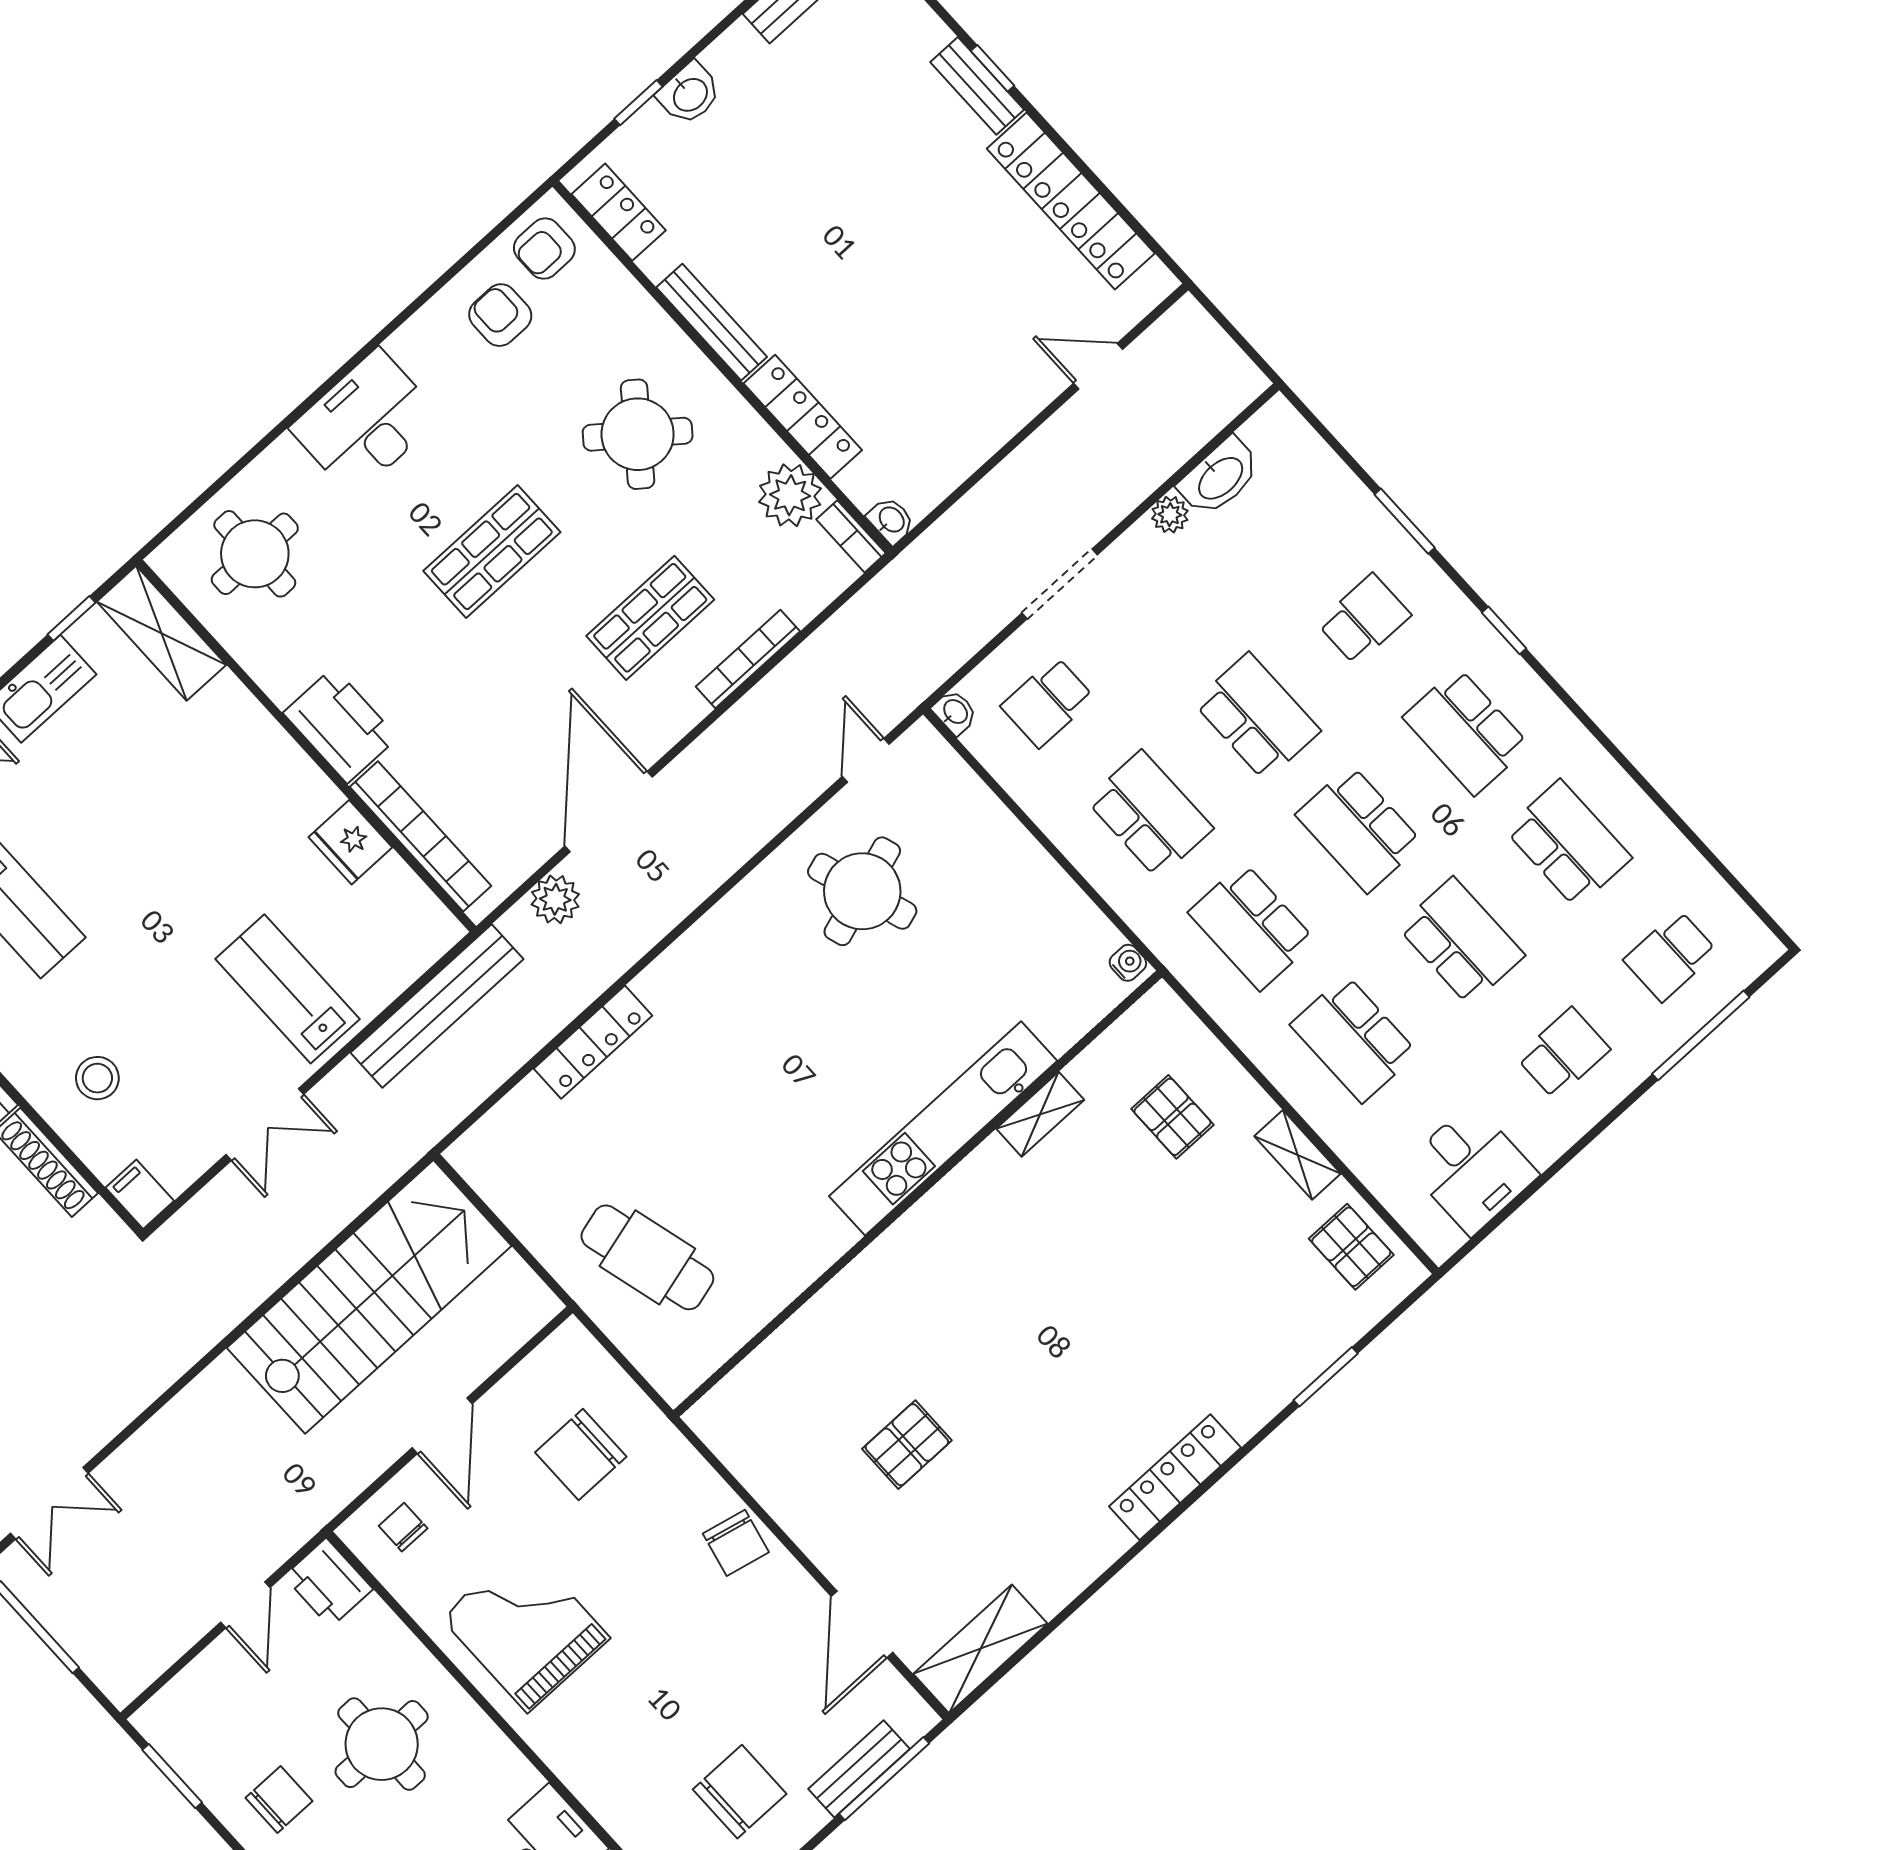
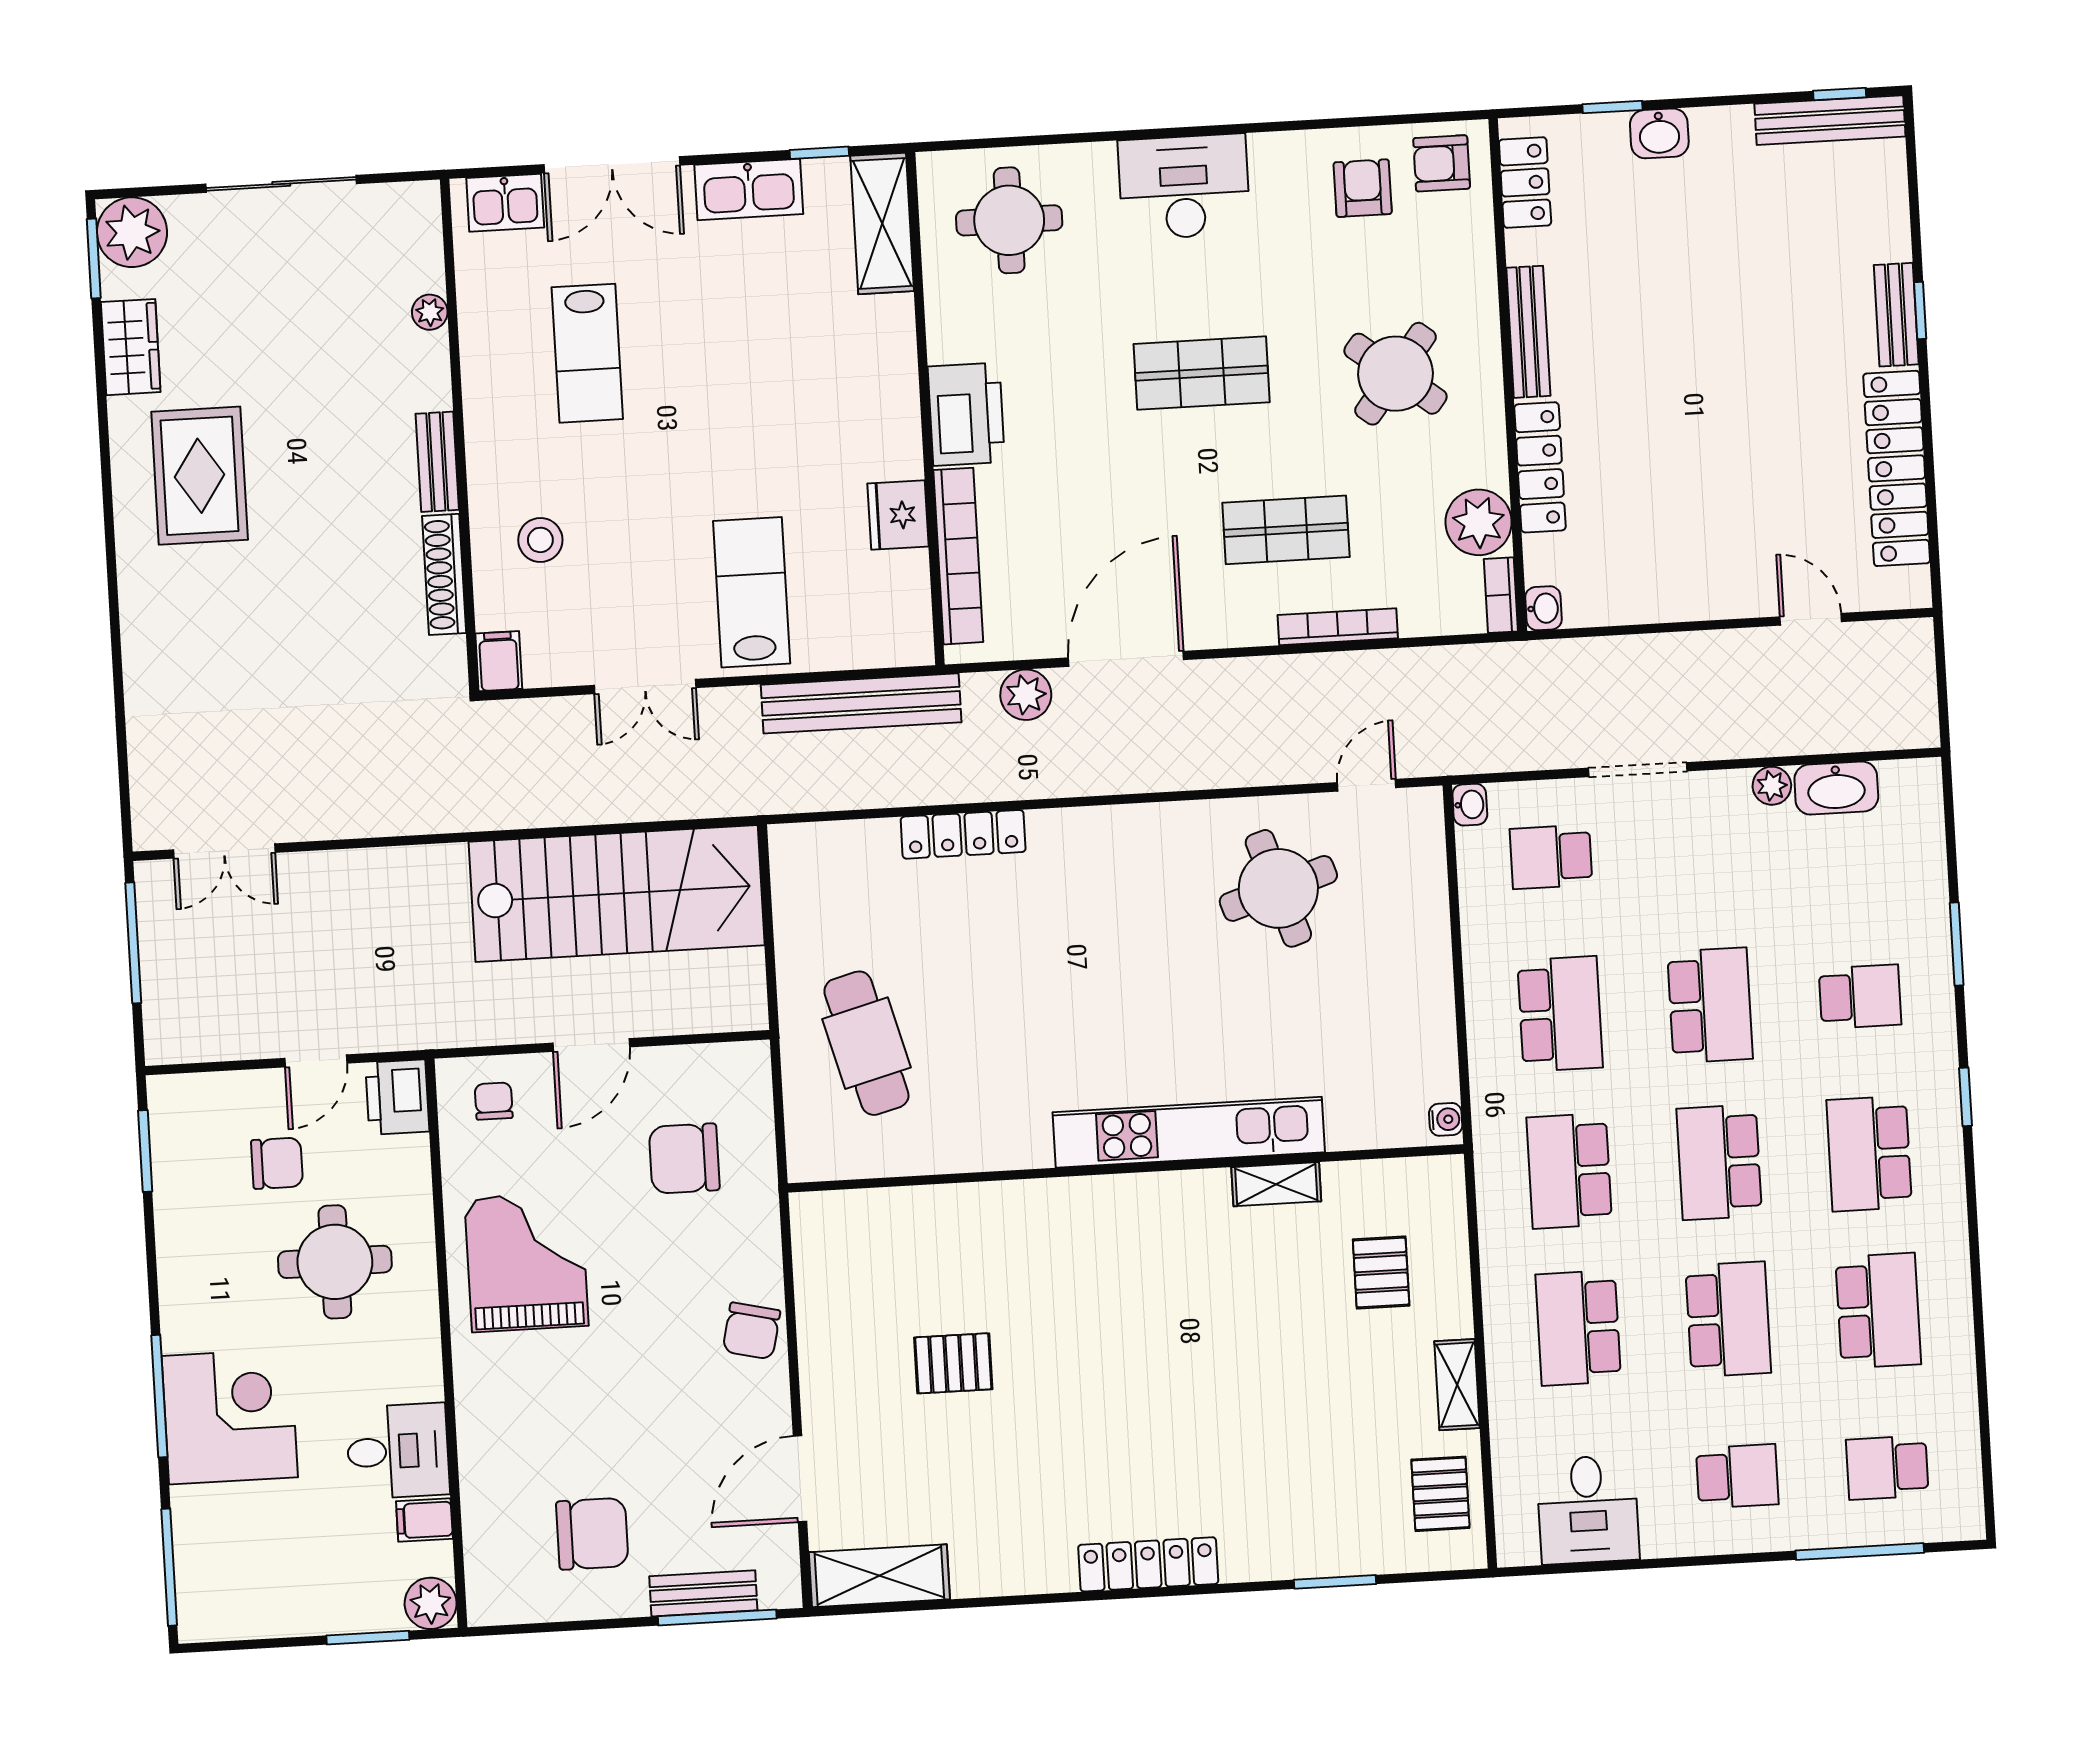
chair: (279, 1799) -> (277, 1163), moved

